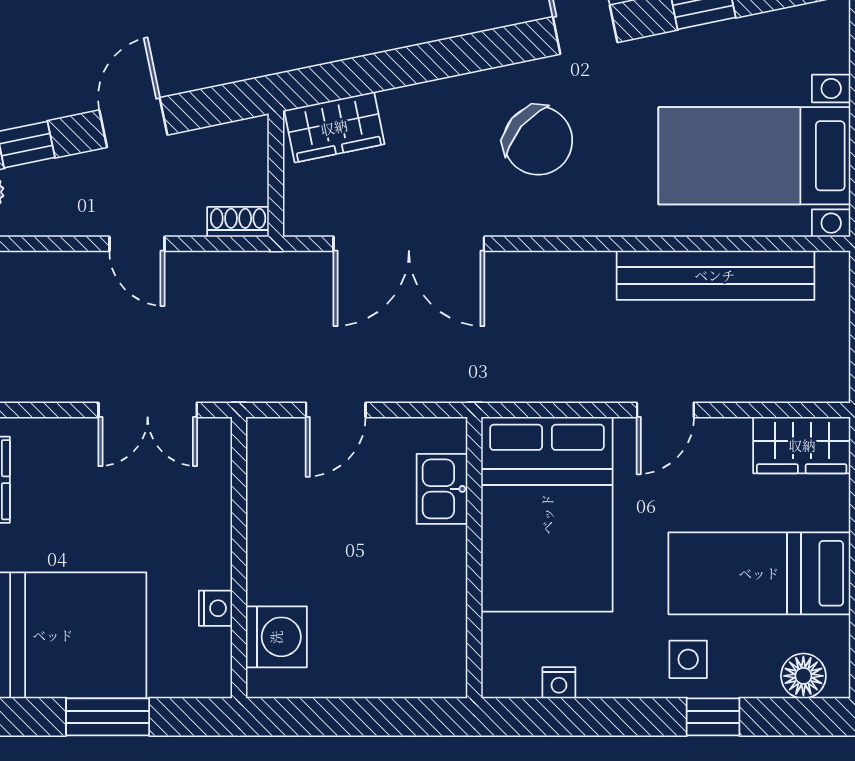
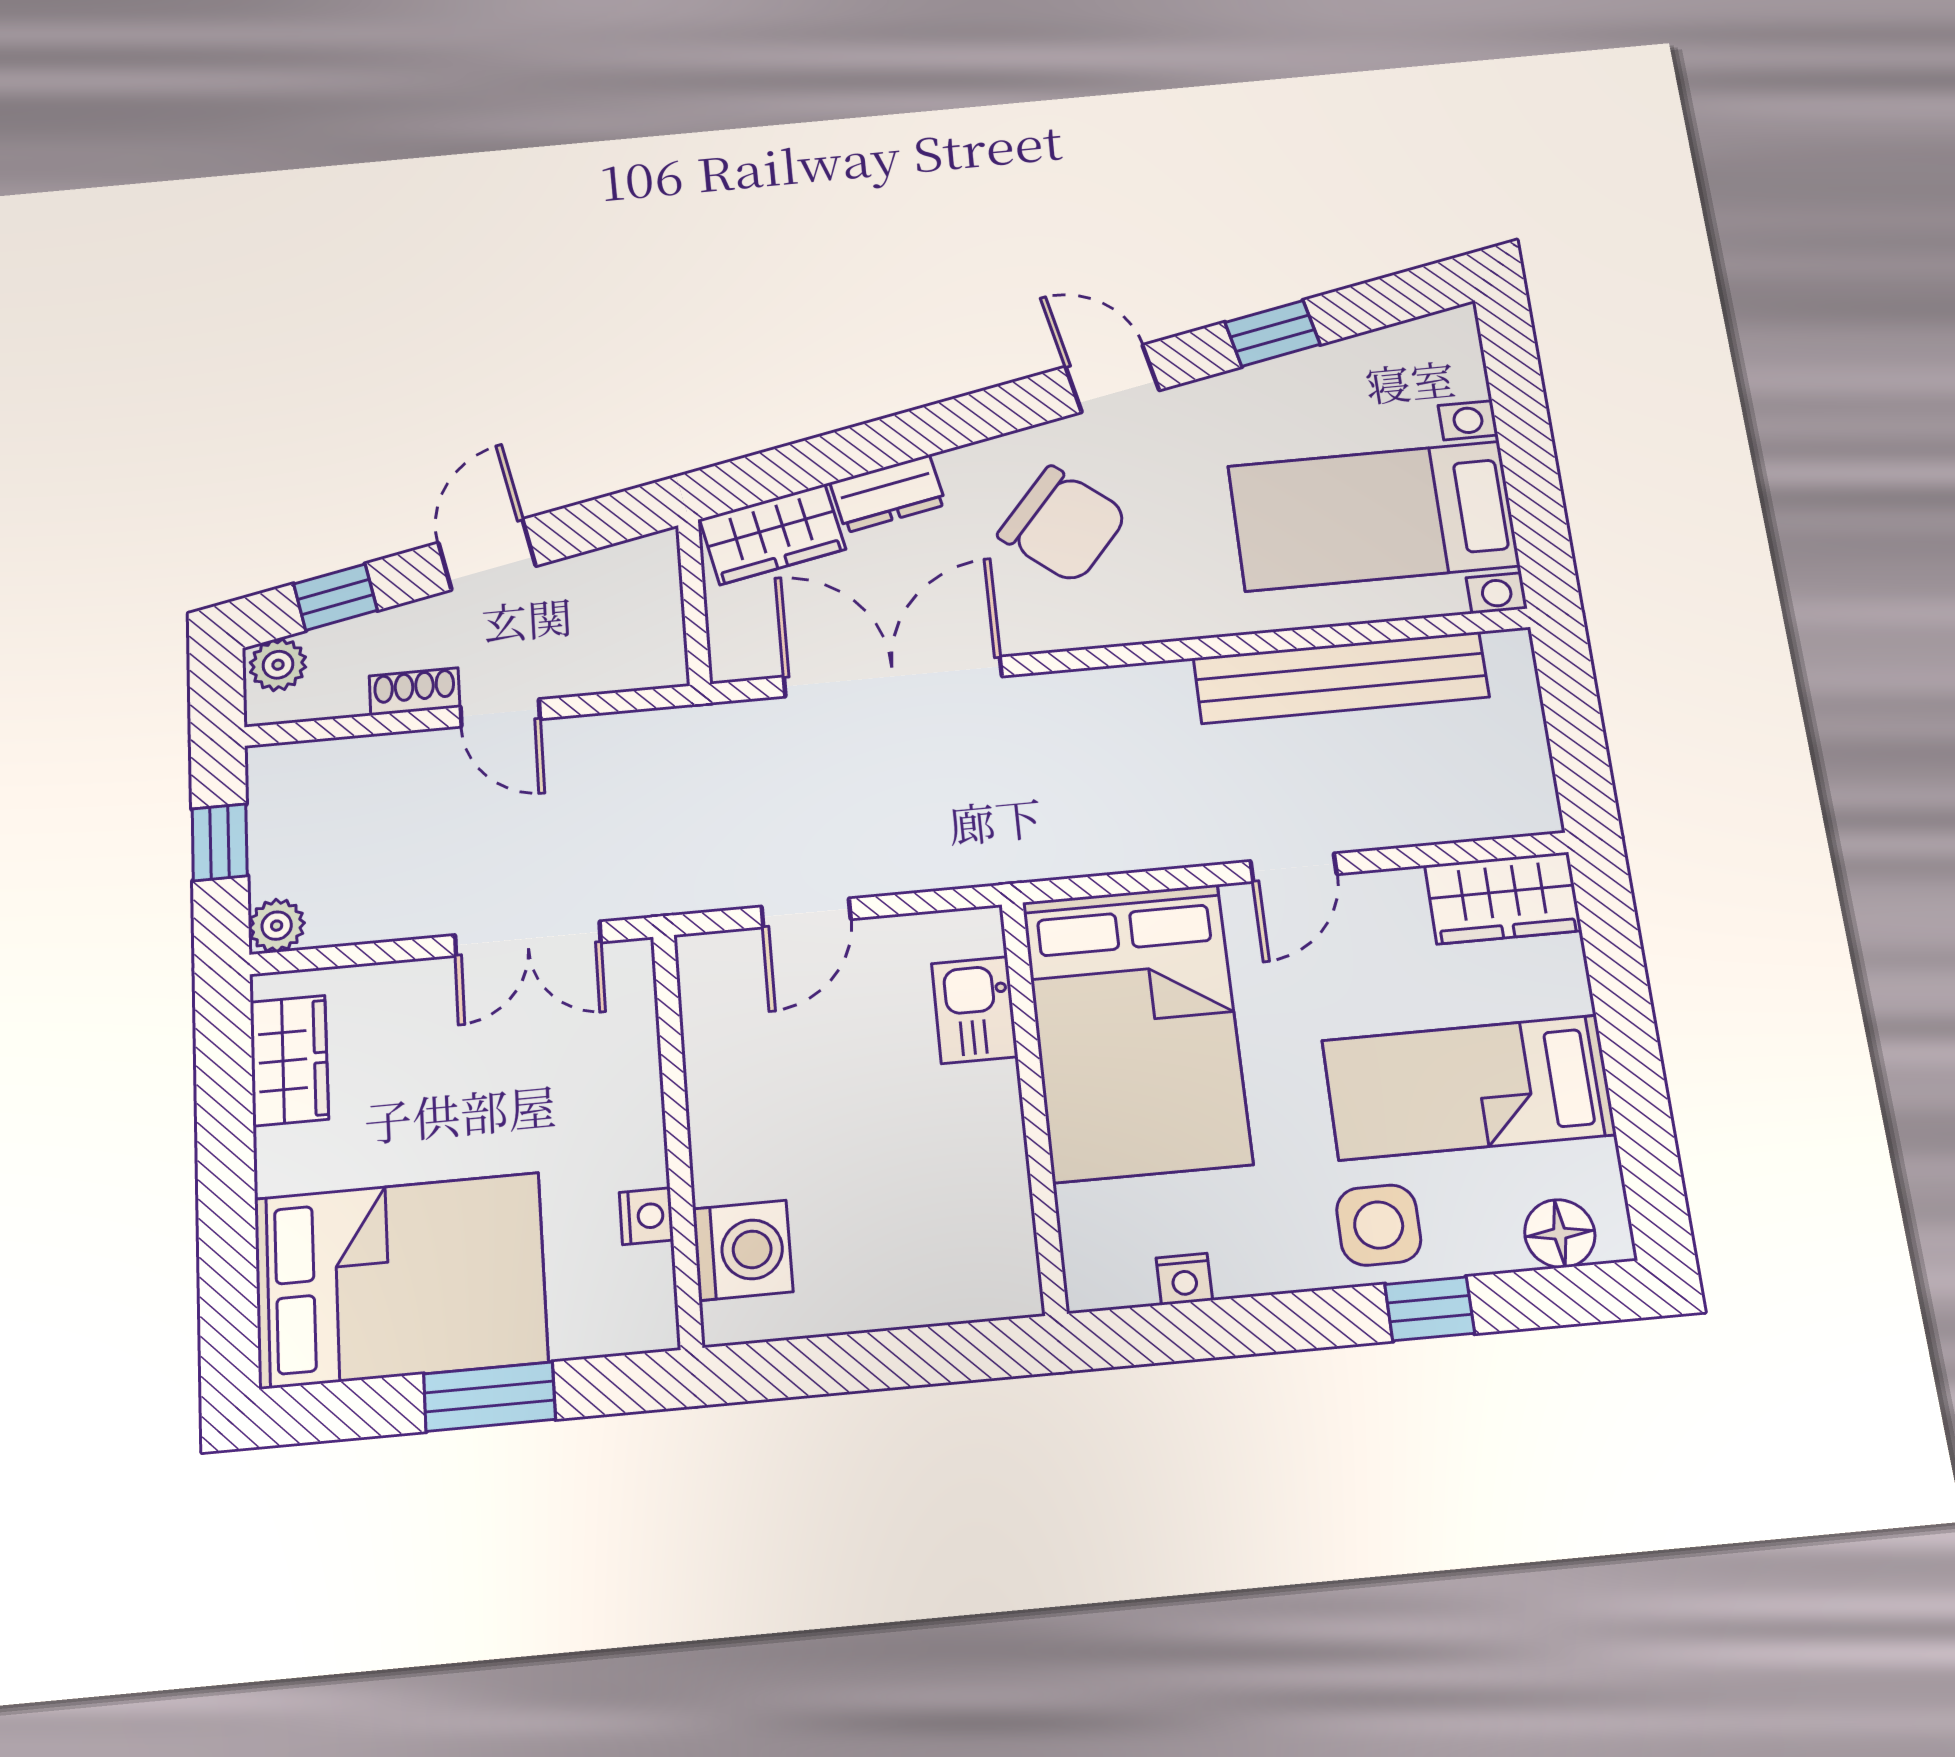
dresser: (418, 104) -> (888, 494), added
shoe rack: (238, 222) -> (414, 692), moved
double door: (409, 244) -> (893, 677), swing flipped
side table: (688, 659) -> (1379, 1225), width x1.37, depth x1.37

